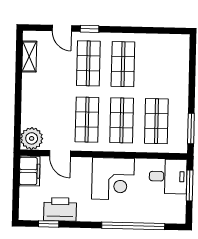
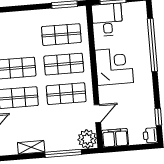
shelving: (29, 57) -> (31, 147), moved
window: (18, 109) -> (63, 153), added
printer: (60, 209) -> (150, 135), moved, width x0.53, depth x0.68

